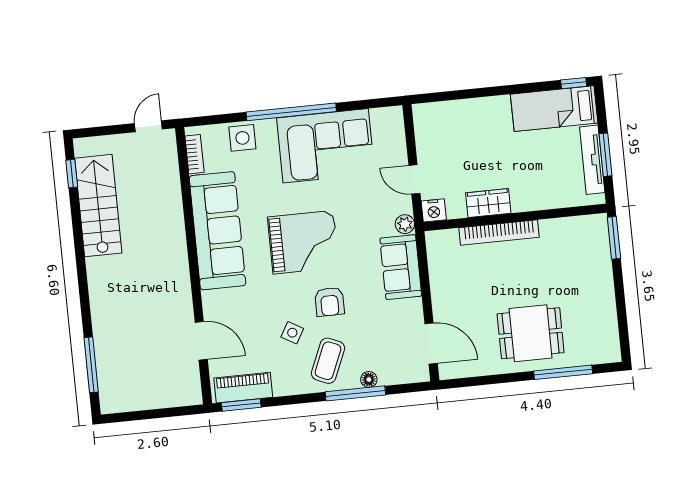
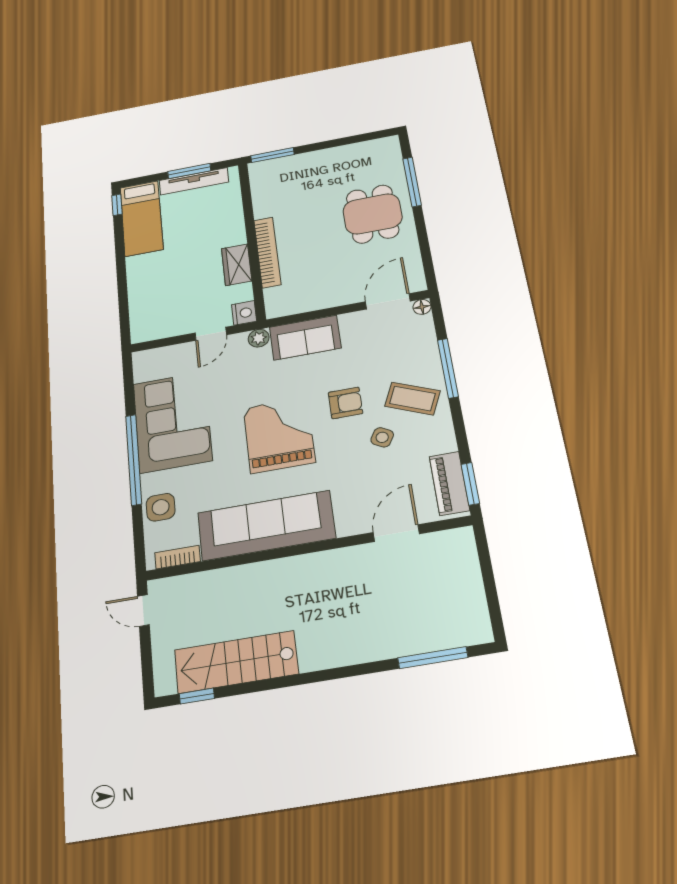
floor lamp: (369, 379) -> (422, 307), moved

